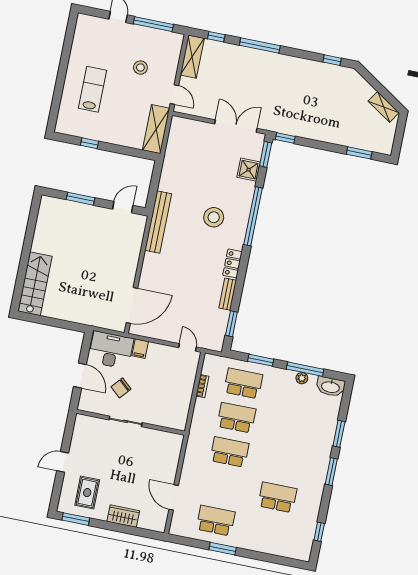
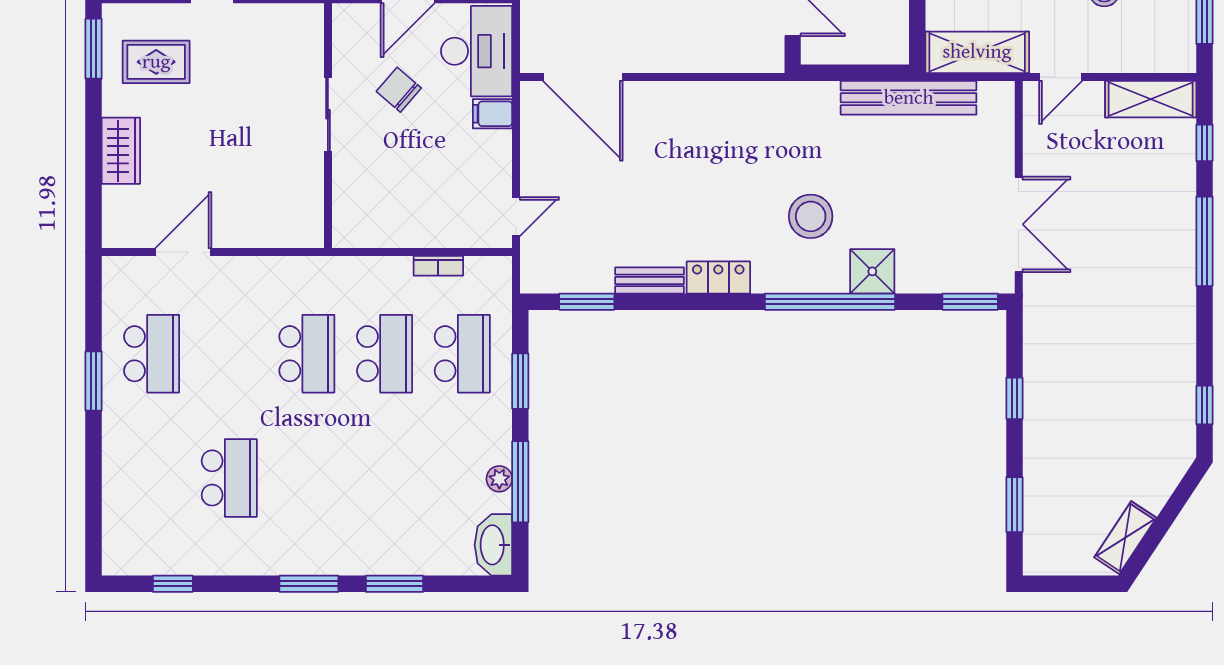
window: (285, 138) -> (1014, 398), moved
shower: (249, 170) -> (872, 271), moved
bench: (158, 222) -> (909, 98), moved

